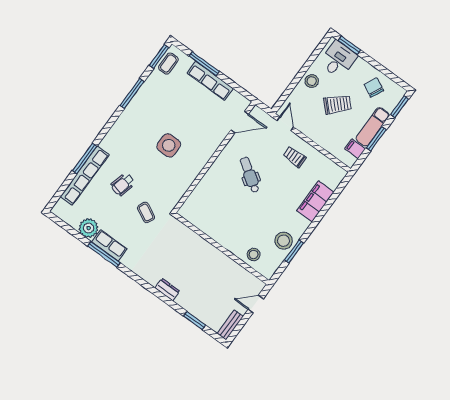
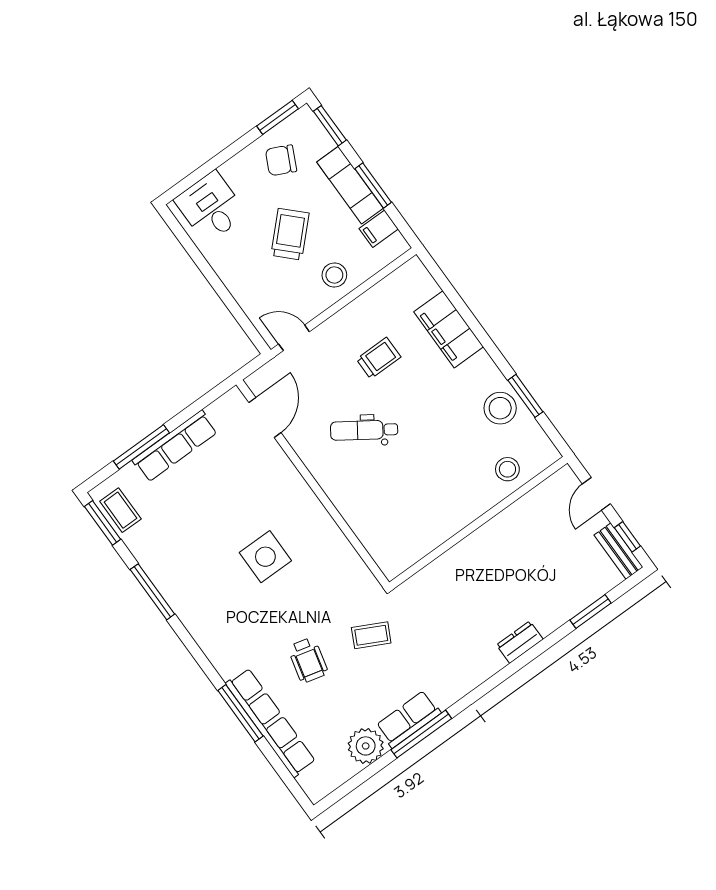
window: (349, 45) -> (278, 117), moved
stool: (312, 81) -> (334, 275), moved
trolley: (294, 157) -> (379, 358), moved, turned 180
window: (239, 327) -> (627, 537), added

